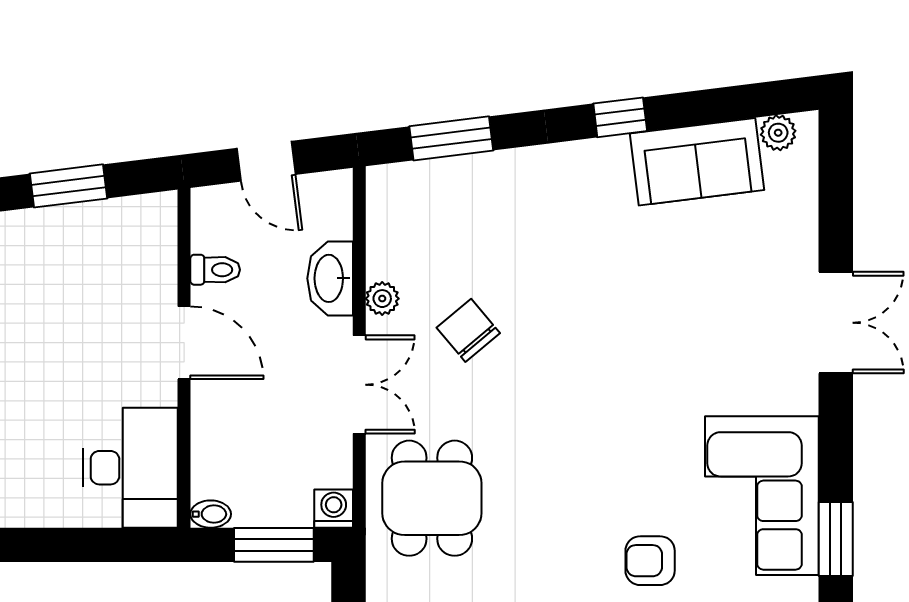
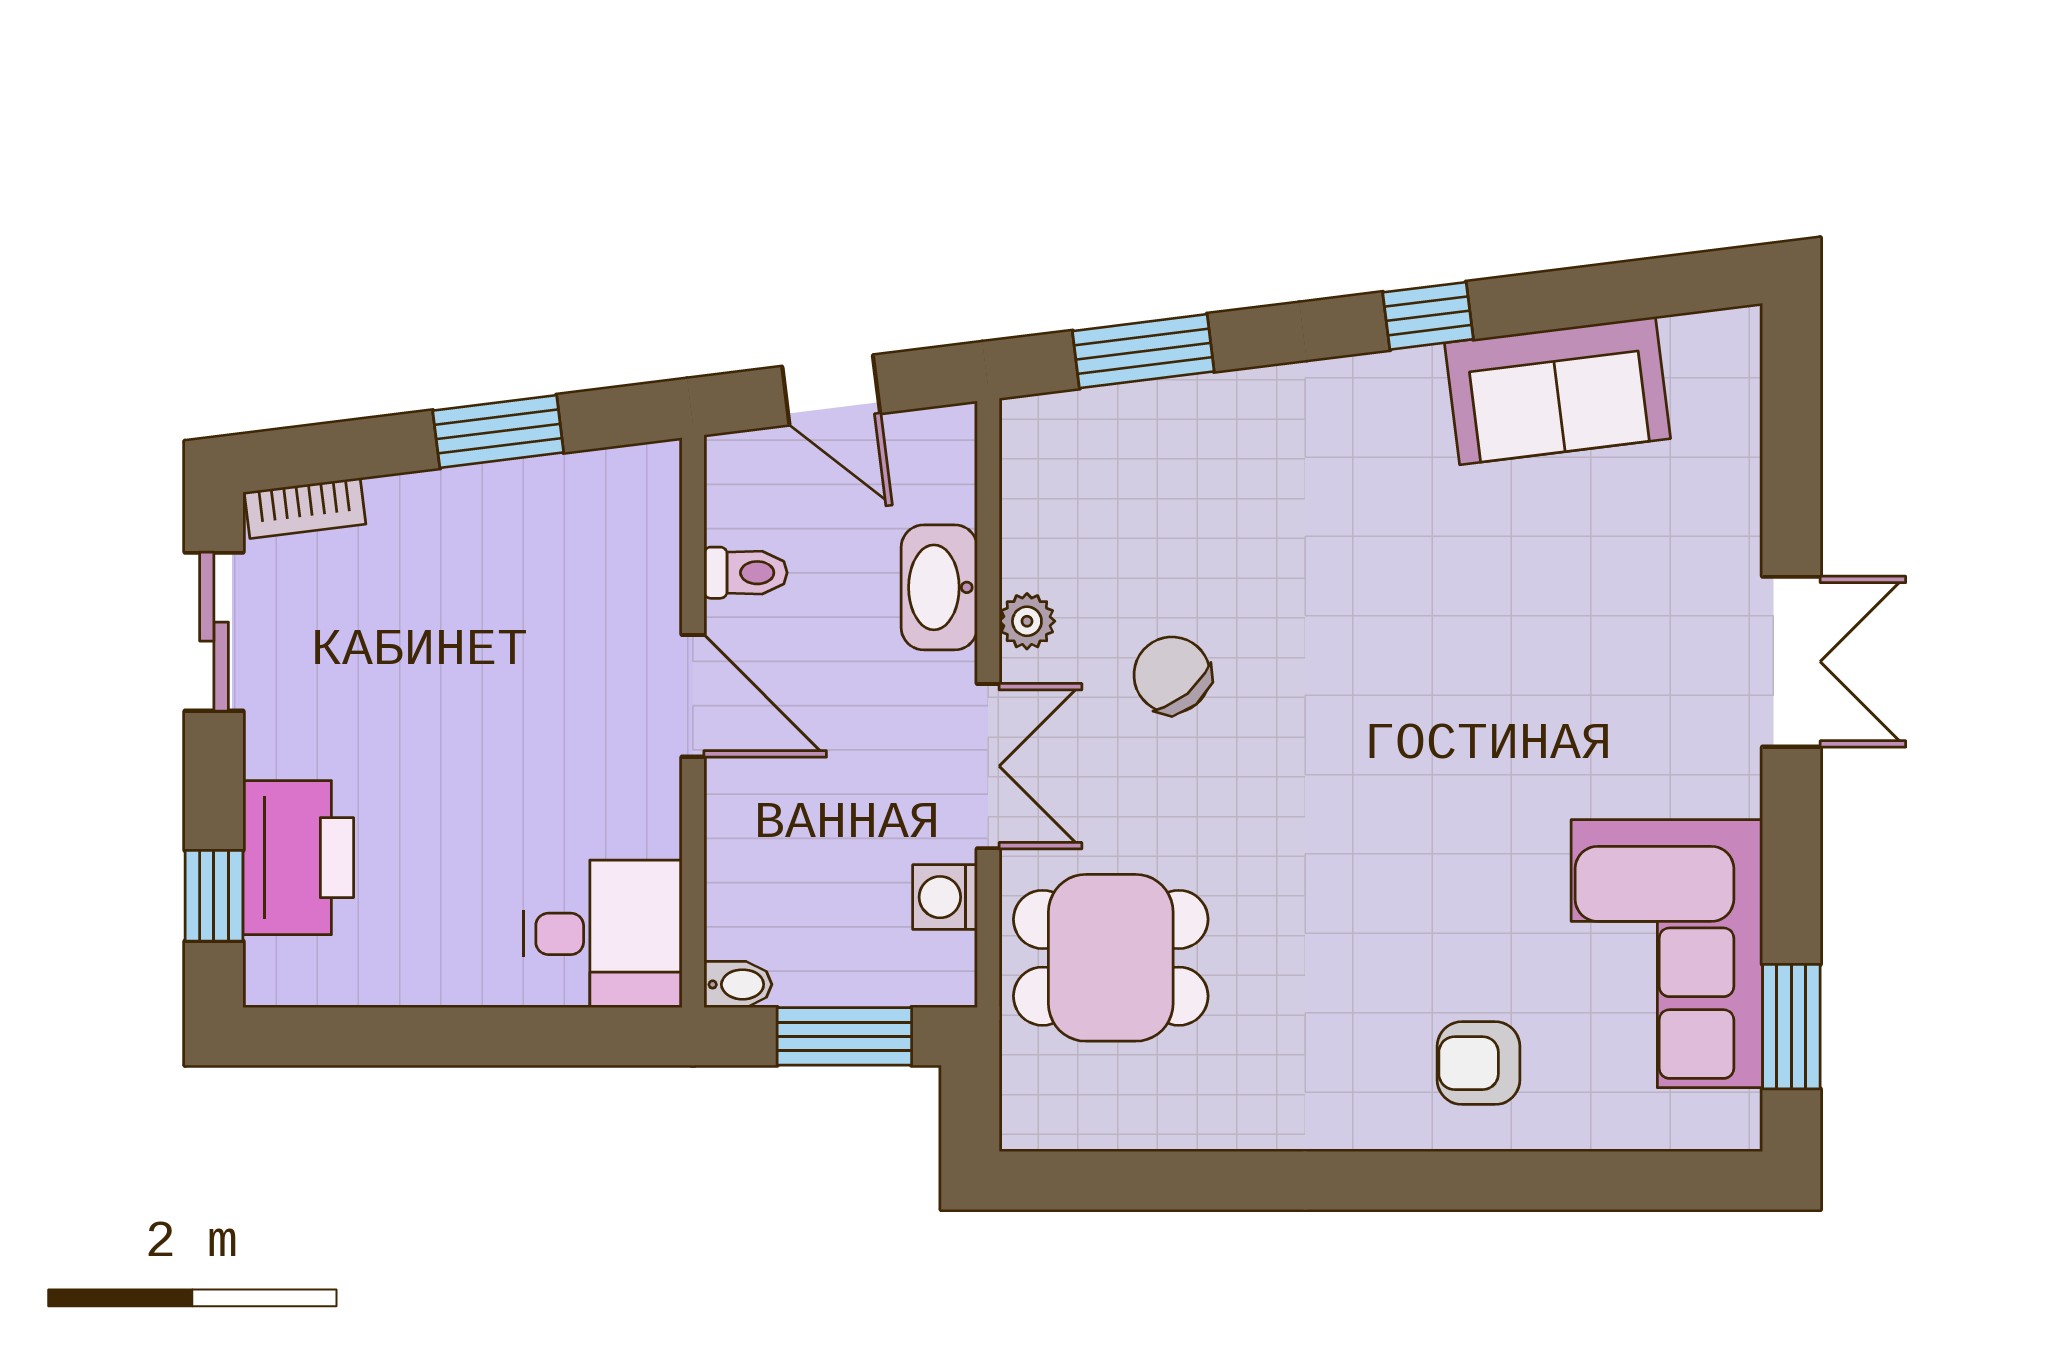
plant: (778, 133) -> (1694, 342), removed
desk: (130, 468) -> (603, 934), width x0.73
dining table: (432, 498) -> (1111, 958), turned 90
washing machine: (334, 509) -> (945, 897), moved, turned -90

